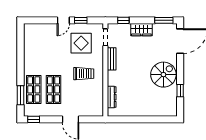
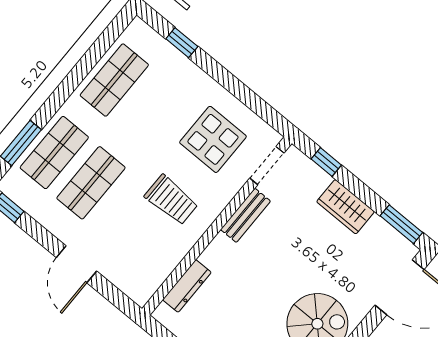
door: (63, 20) -> (215, 70), removed
window: (81, 20) -> (182, 43), moved
shop shelf: (34, 50) -> (114, 80), added

